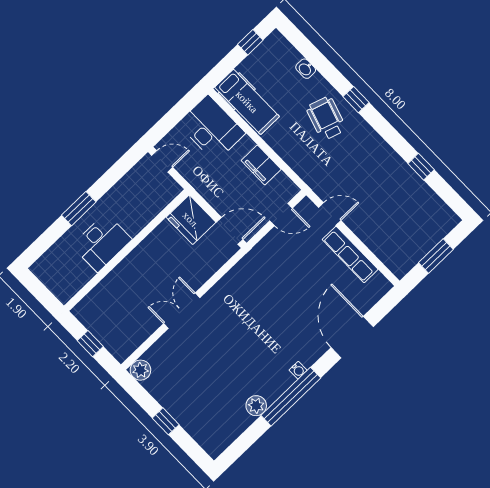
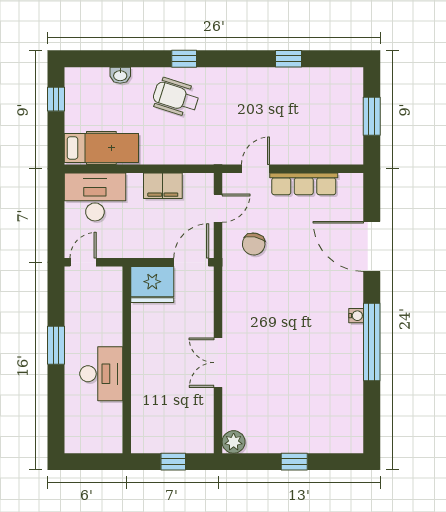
window: (79, 209) -> (56, 345), moved
chair: (280, 260) -> (254, 244), added
plant: (256, 406) -> (352, 377), removed

